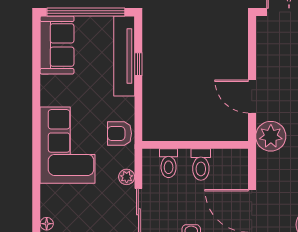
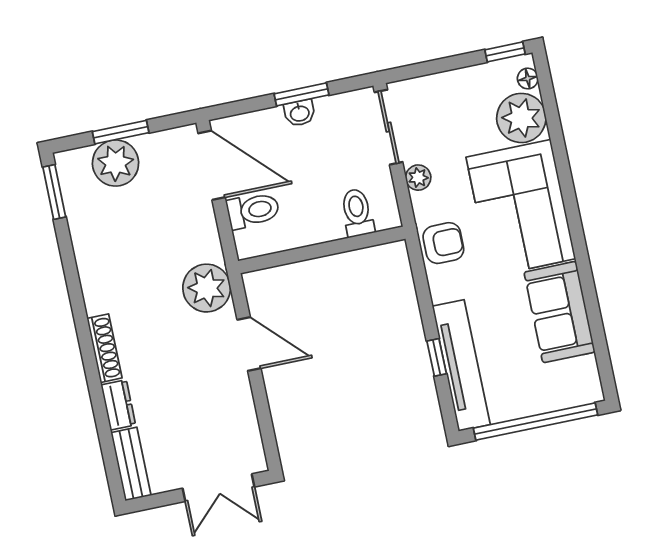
sofa: (57, 45) -> (560, 312), moved
toilet: (201, 165) -> (253, 210), moved, turned 90
plant: (56, 200) -> (521, 118), added

